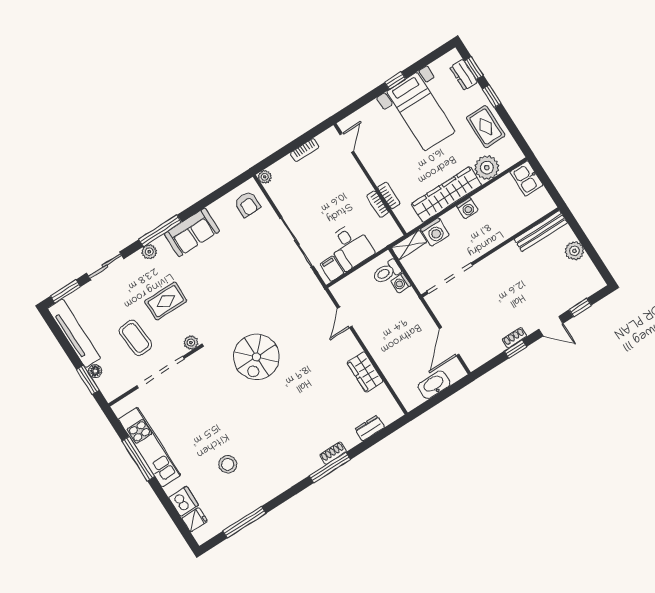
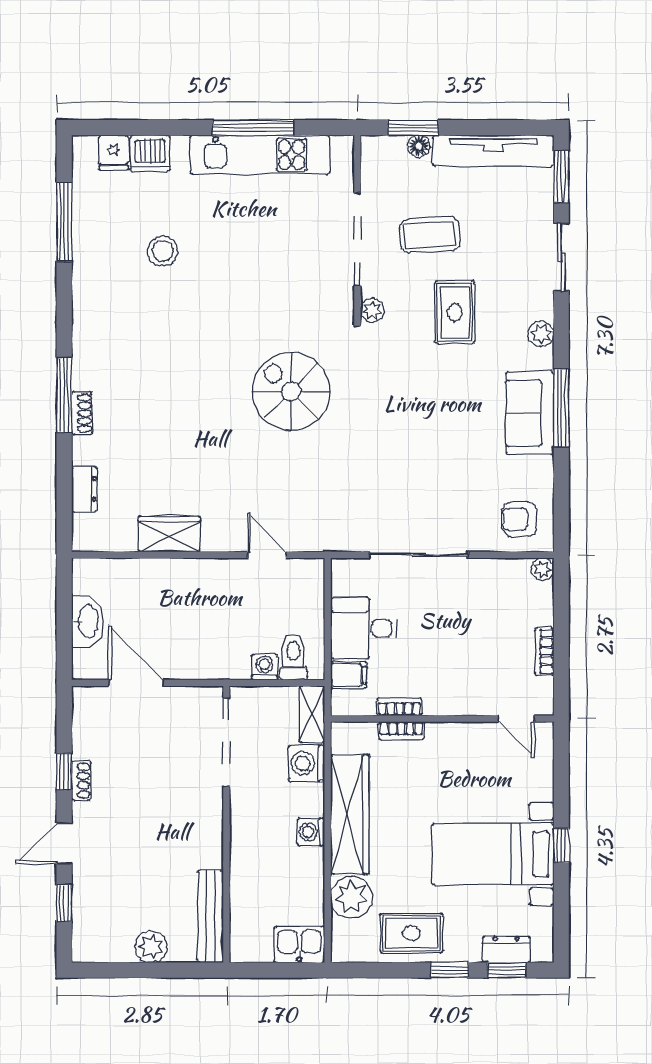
window: (160, 231) -> (561, 408), moved
filing cabinet: (332, 269) -> (349, 675), moved

